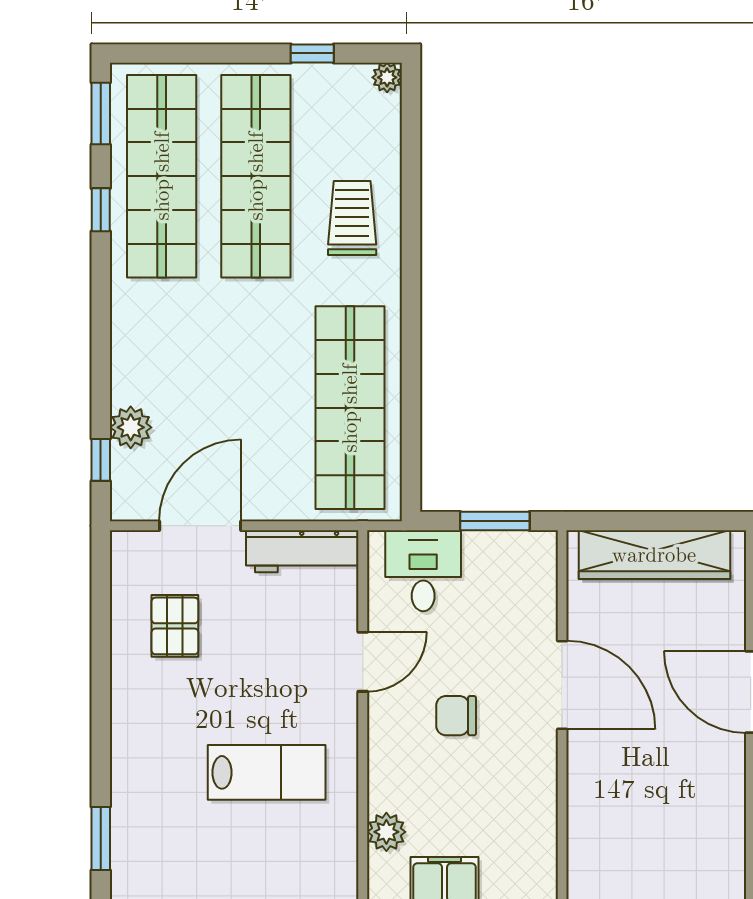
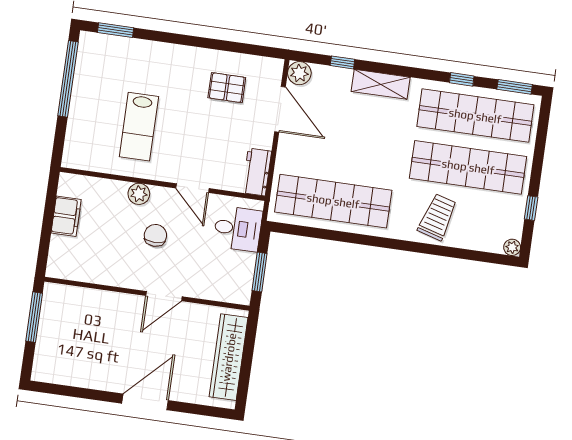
trolley: (352, 218) -> (437, 217), turned -74
shelving: (130, 353) -> (381, 84), added
plant: (131, 427) -> (299, 73), moved
window: (101, 460) -> (342, 62), moved
workbench: (302, 551) -> (257, 172), width x0.73
door: (562, 685) -> (164, 296), width x0.73
plant: (386, 832) -> (139, 194), moved

